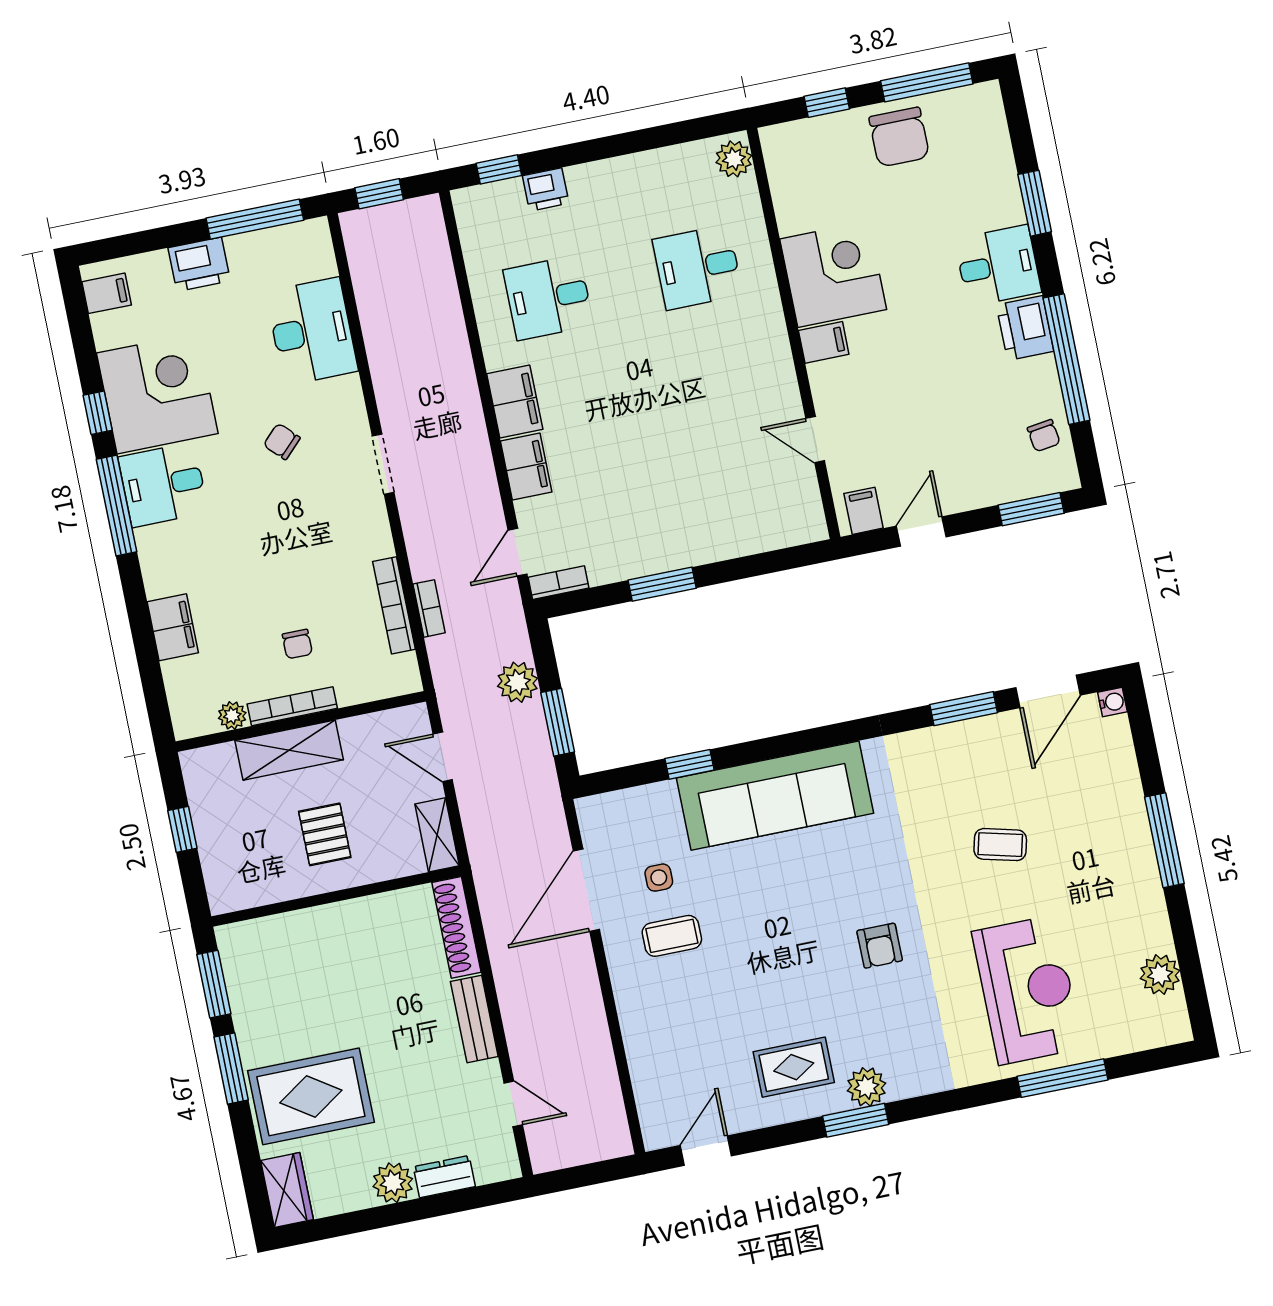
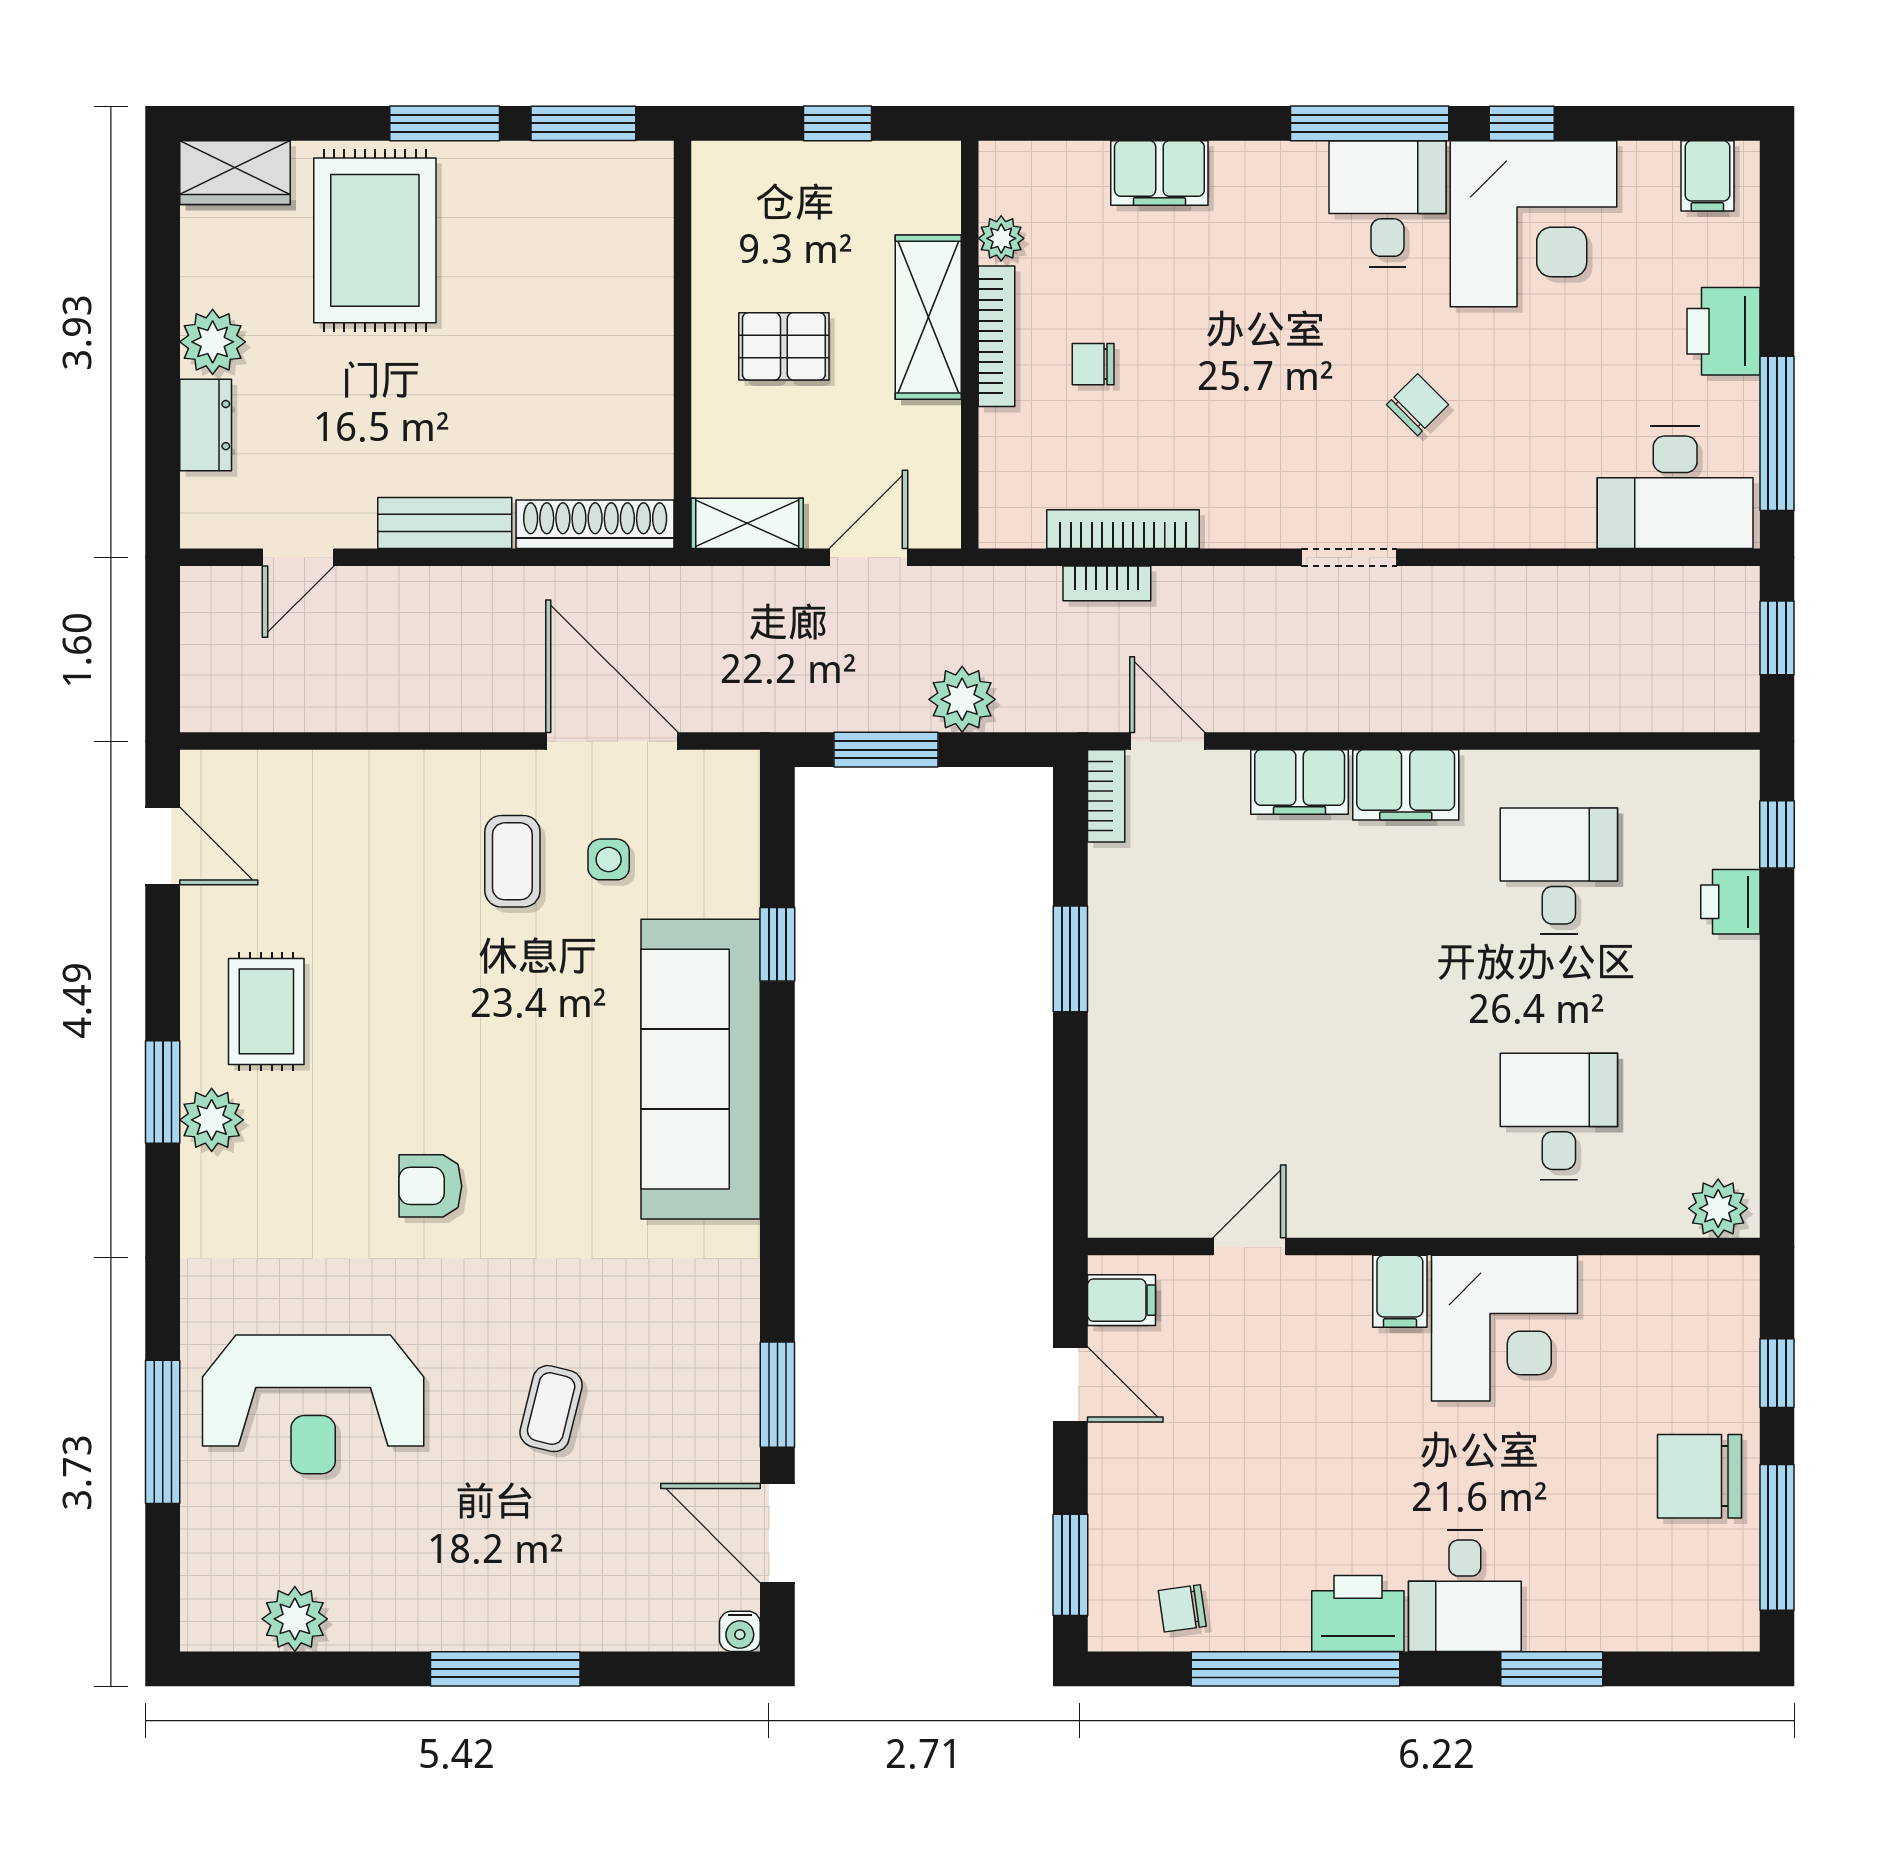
desk: (312, 331) -> (1675, 487), moved

